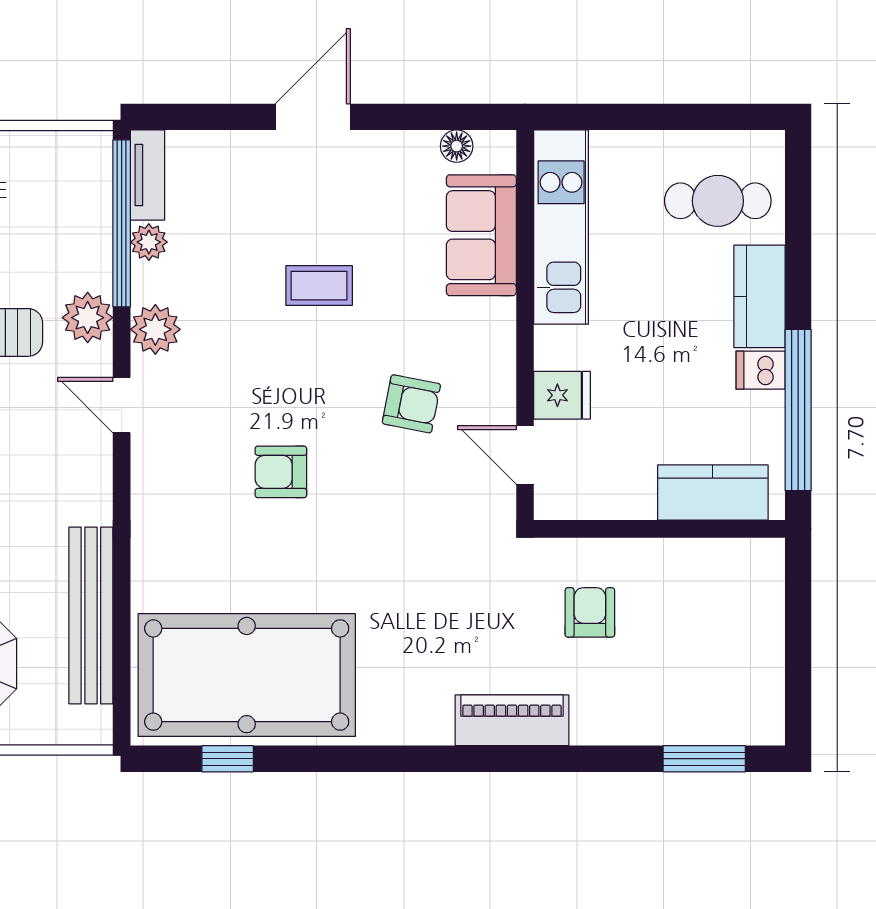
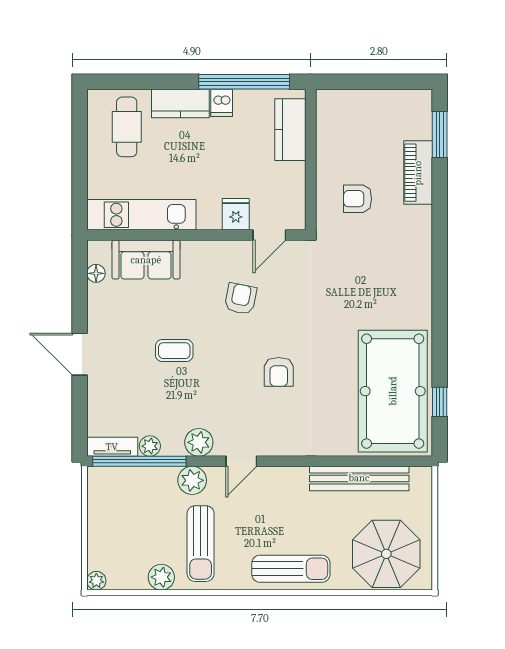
coffee table: (319, 286) -> (174, 351), turned 90
piano: (512, 720) -> (418, 173), moved

